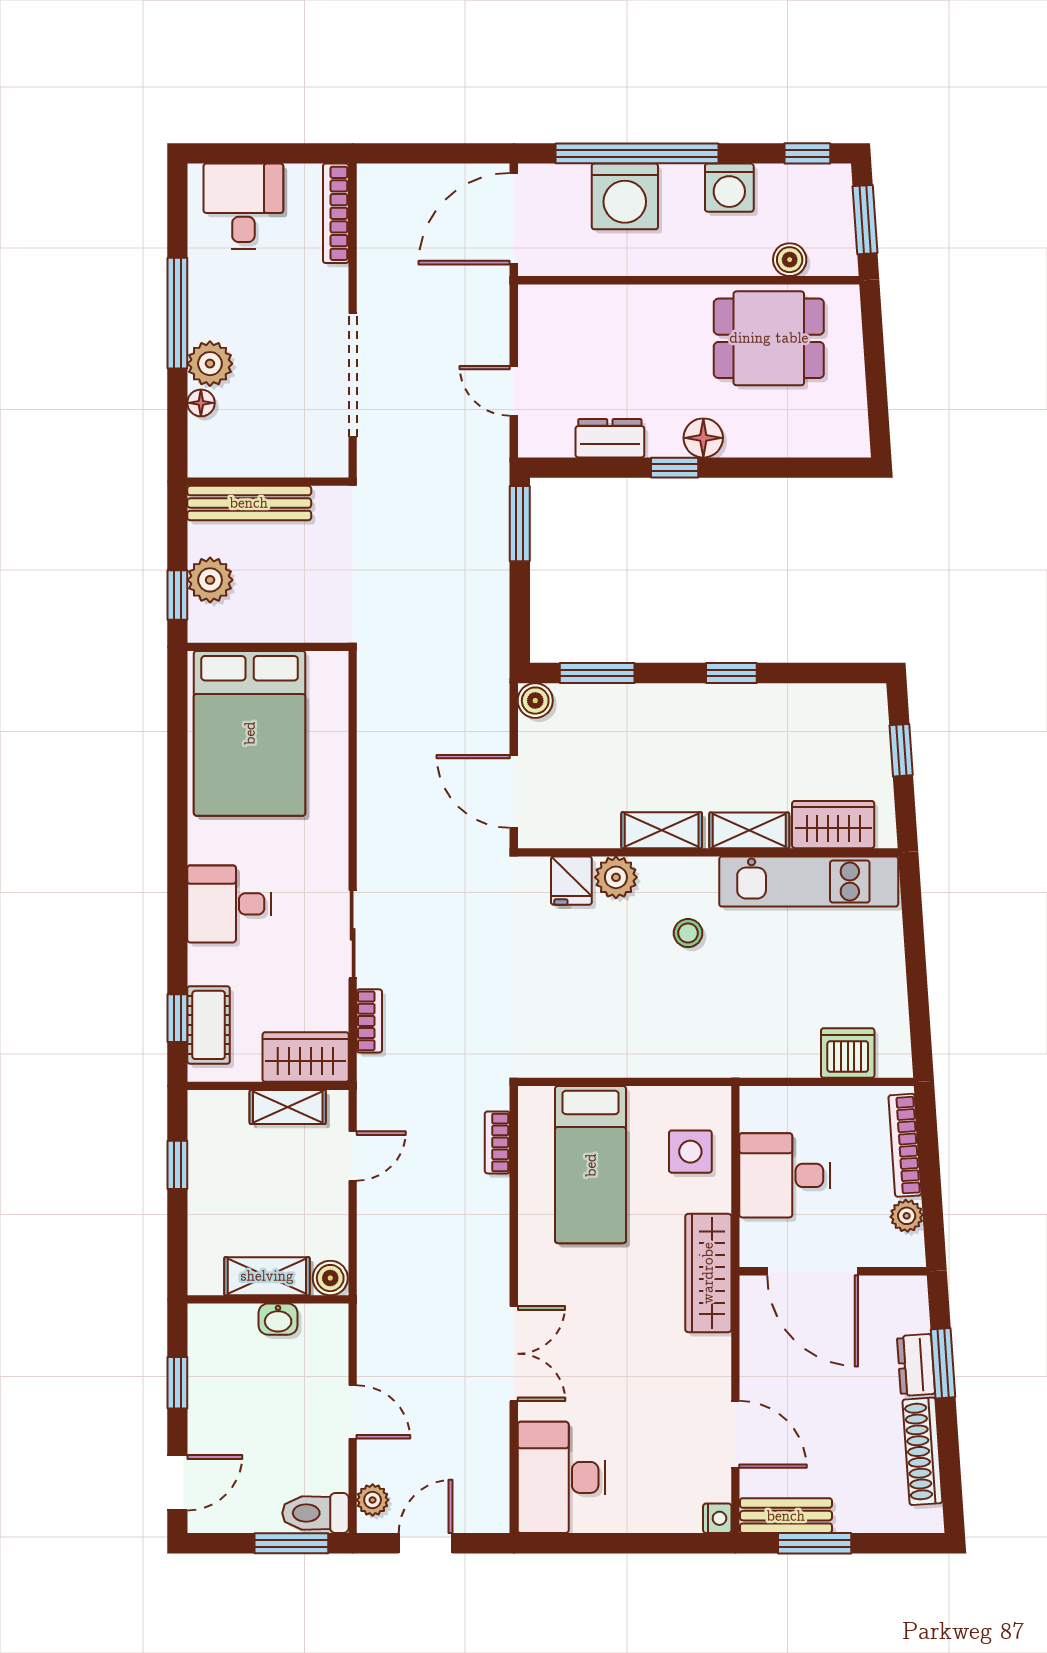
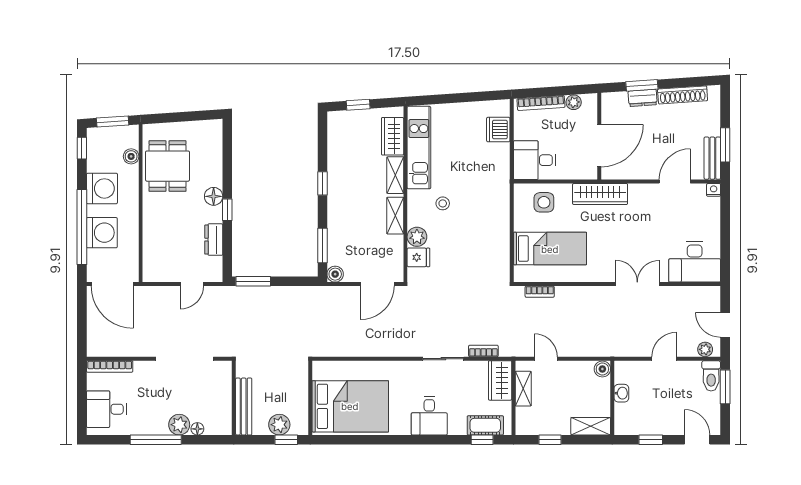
washing machine: (729, 188) -> (102, 188), width x1.37, depth x1.37
desk: (785, 1175) -> (535, 160), moved, turned 90
shelving: (267, 1276) -> (591, 426), moved, turned 90

